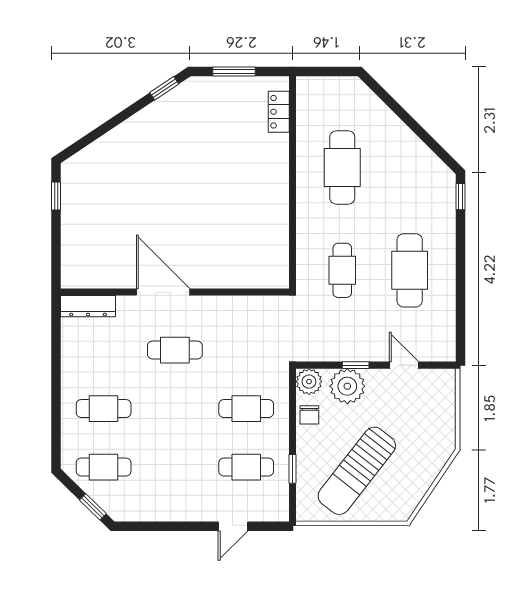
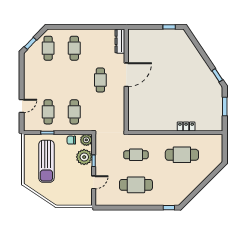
locker: (279, 112) -> (186, 126), moved
sun lounger: (357, 471) -> (46, 161), turned -128
door: (233, 526) -> (22, 106), swing flipped

